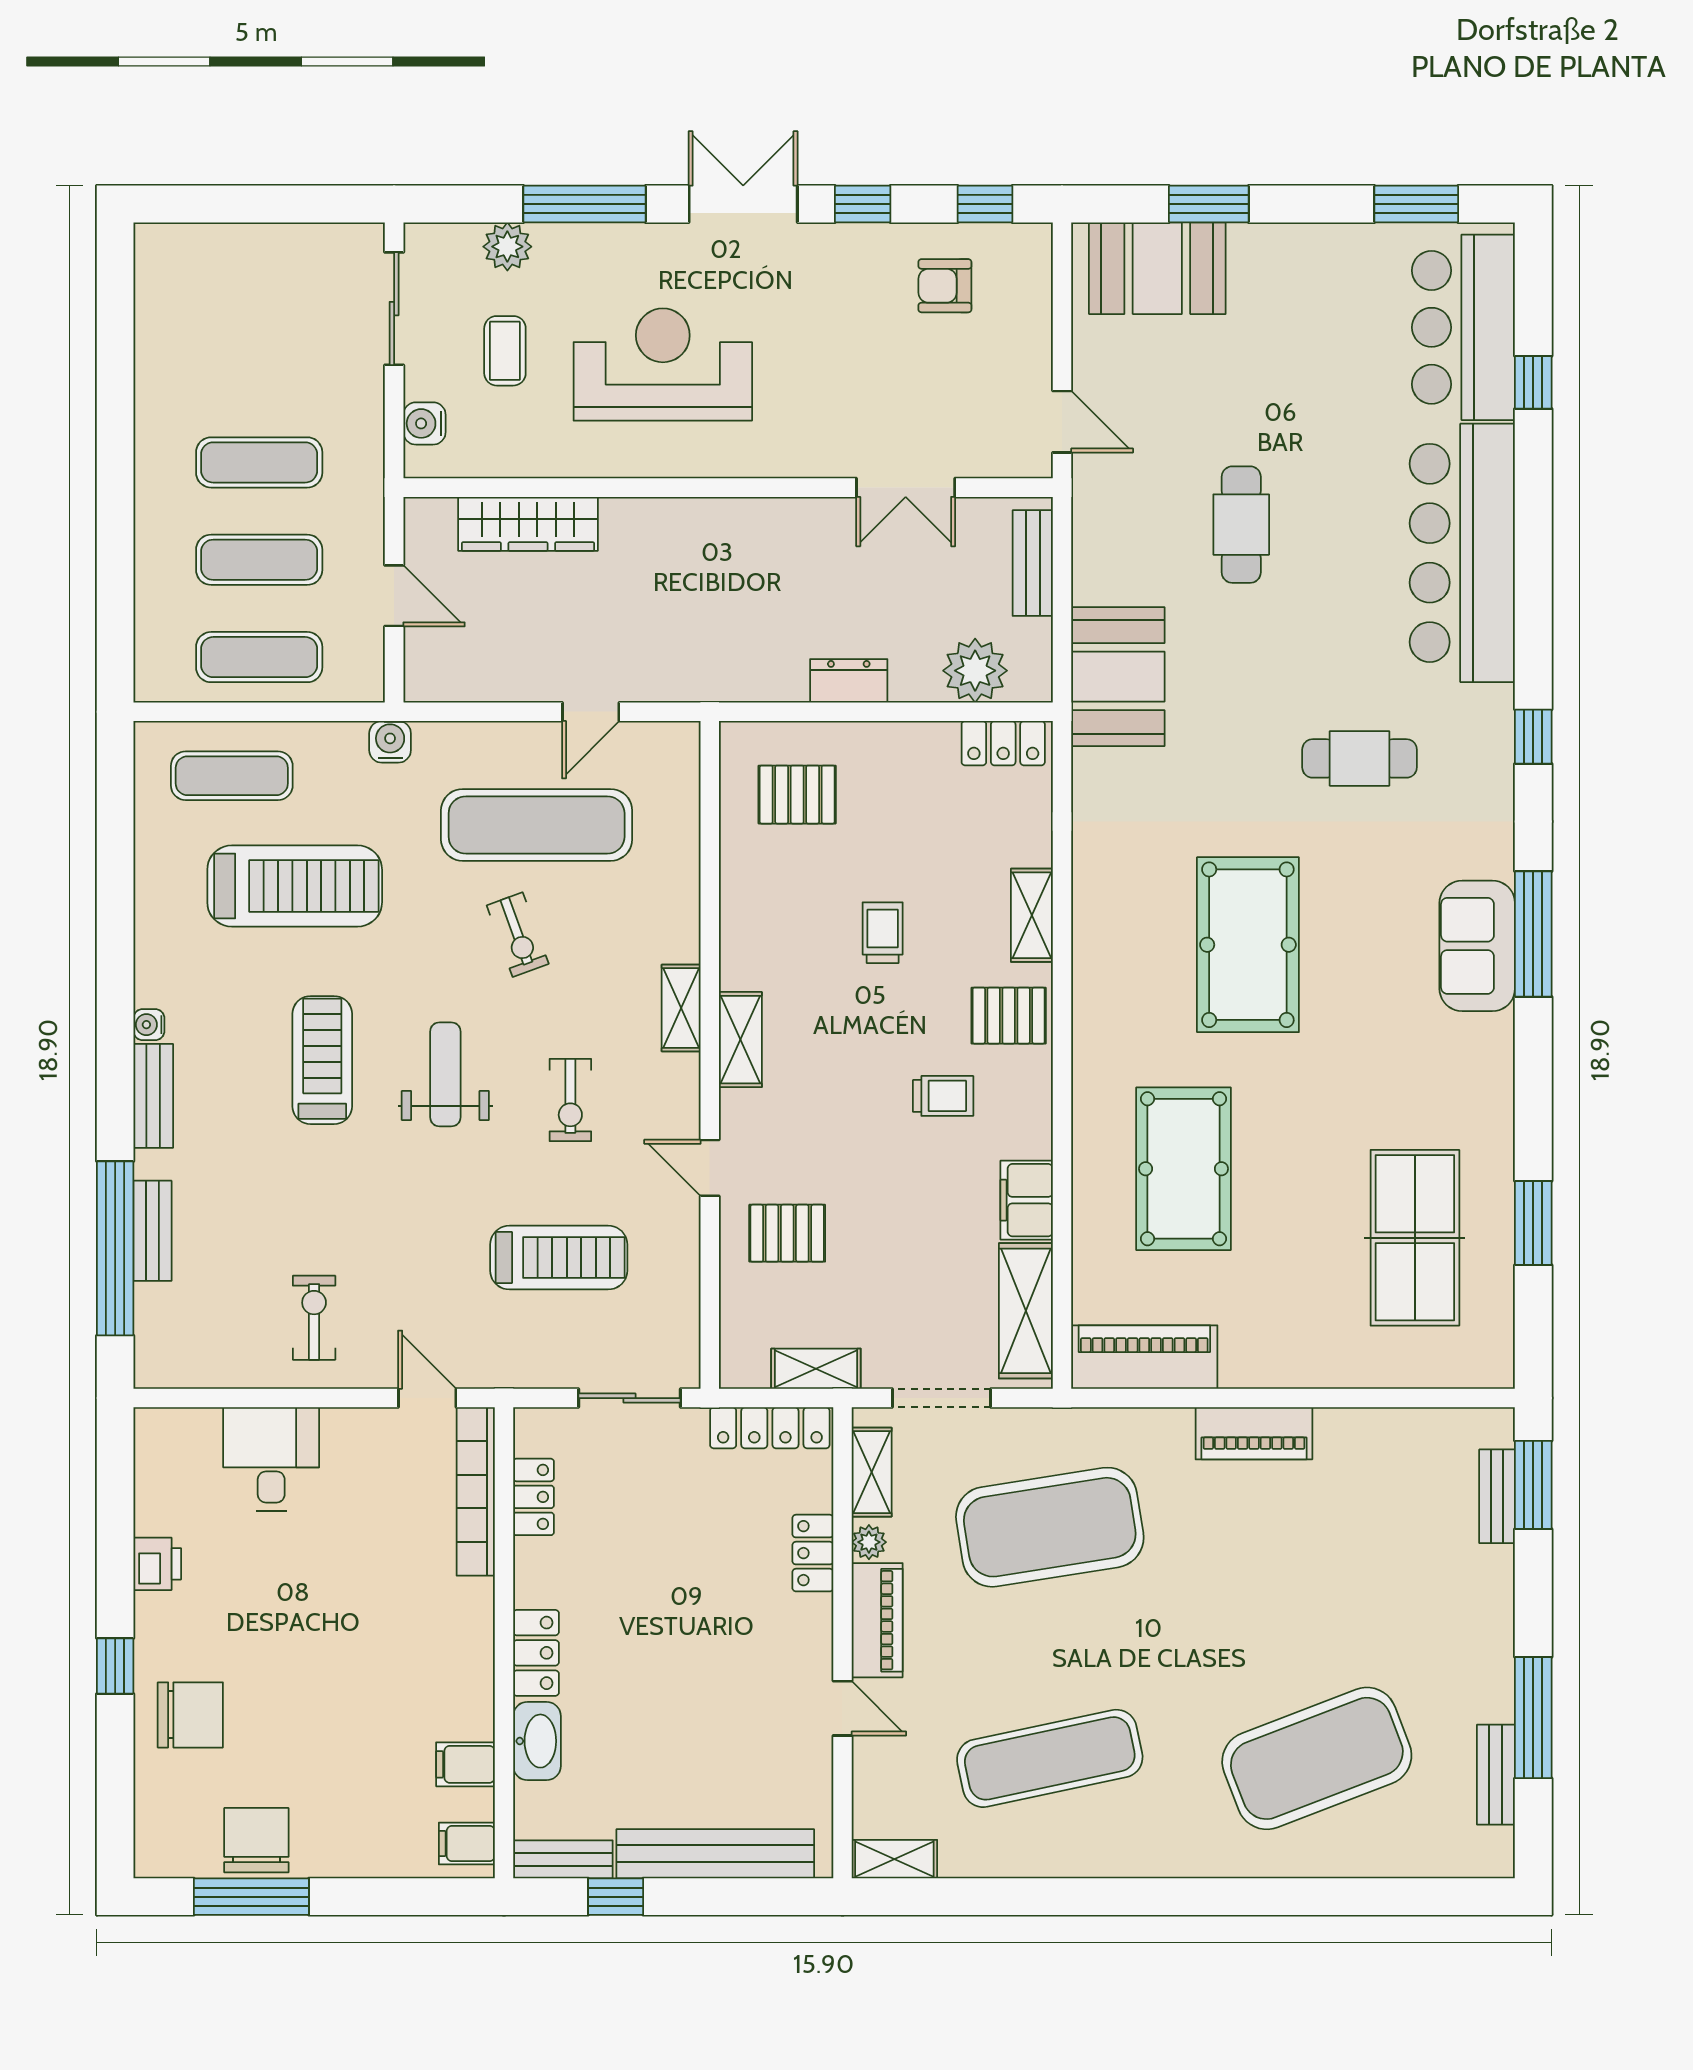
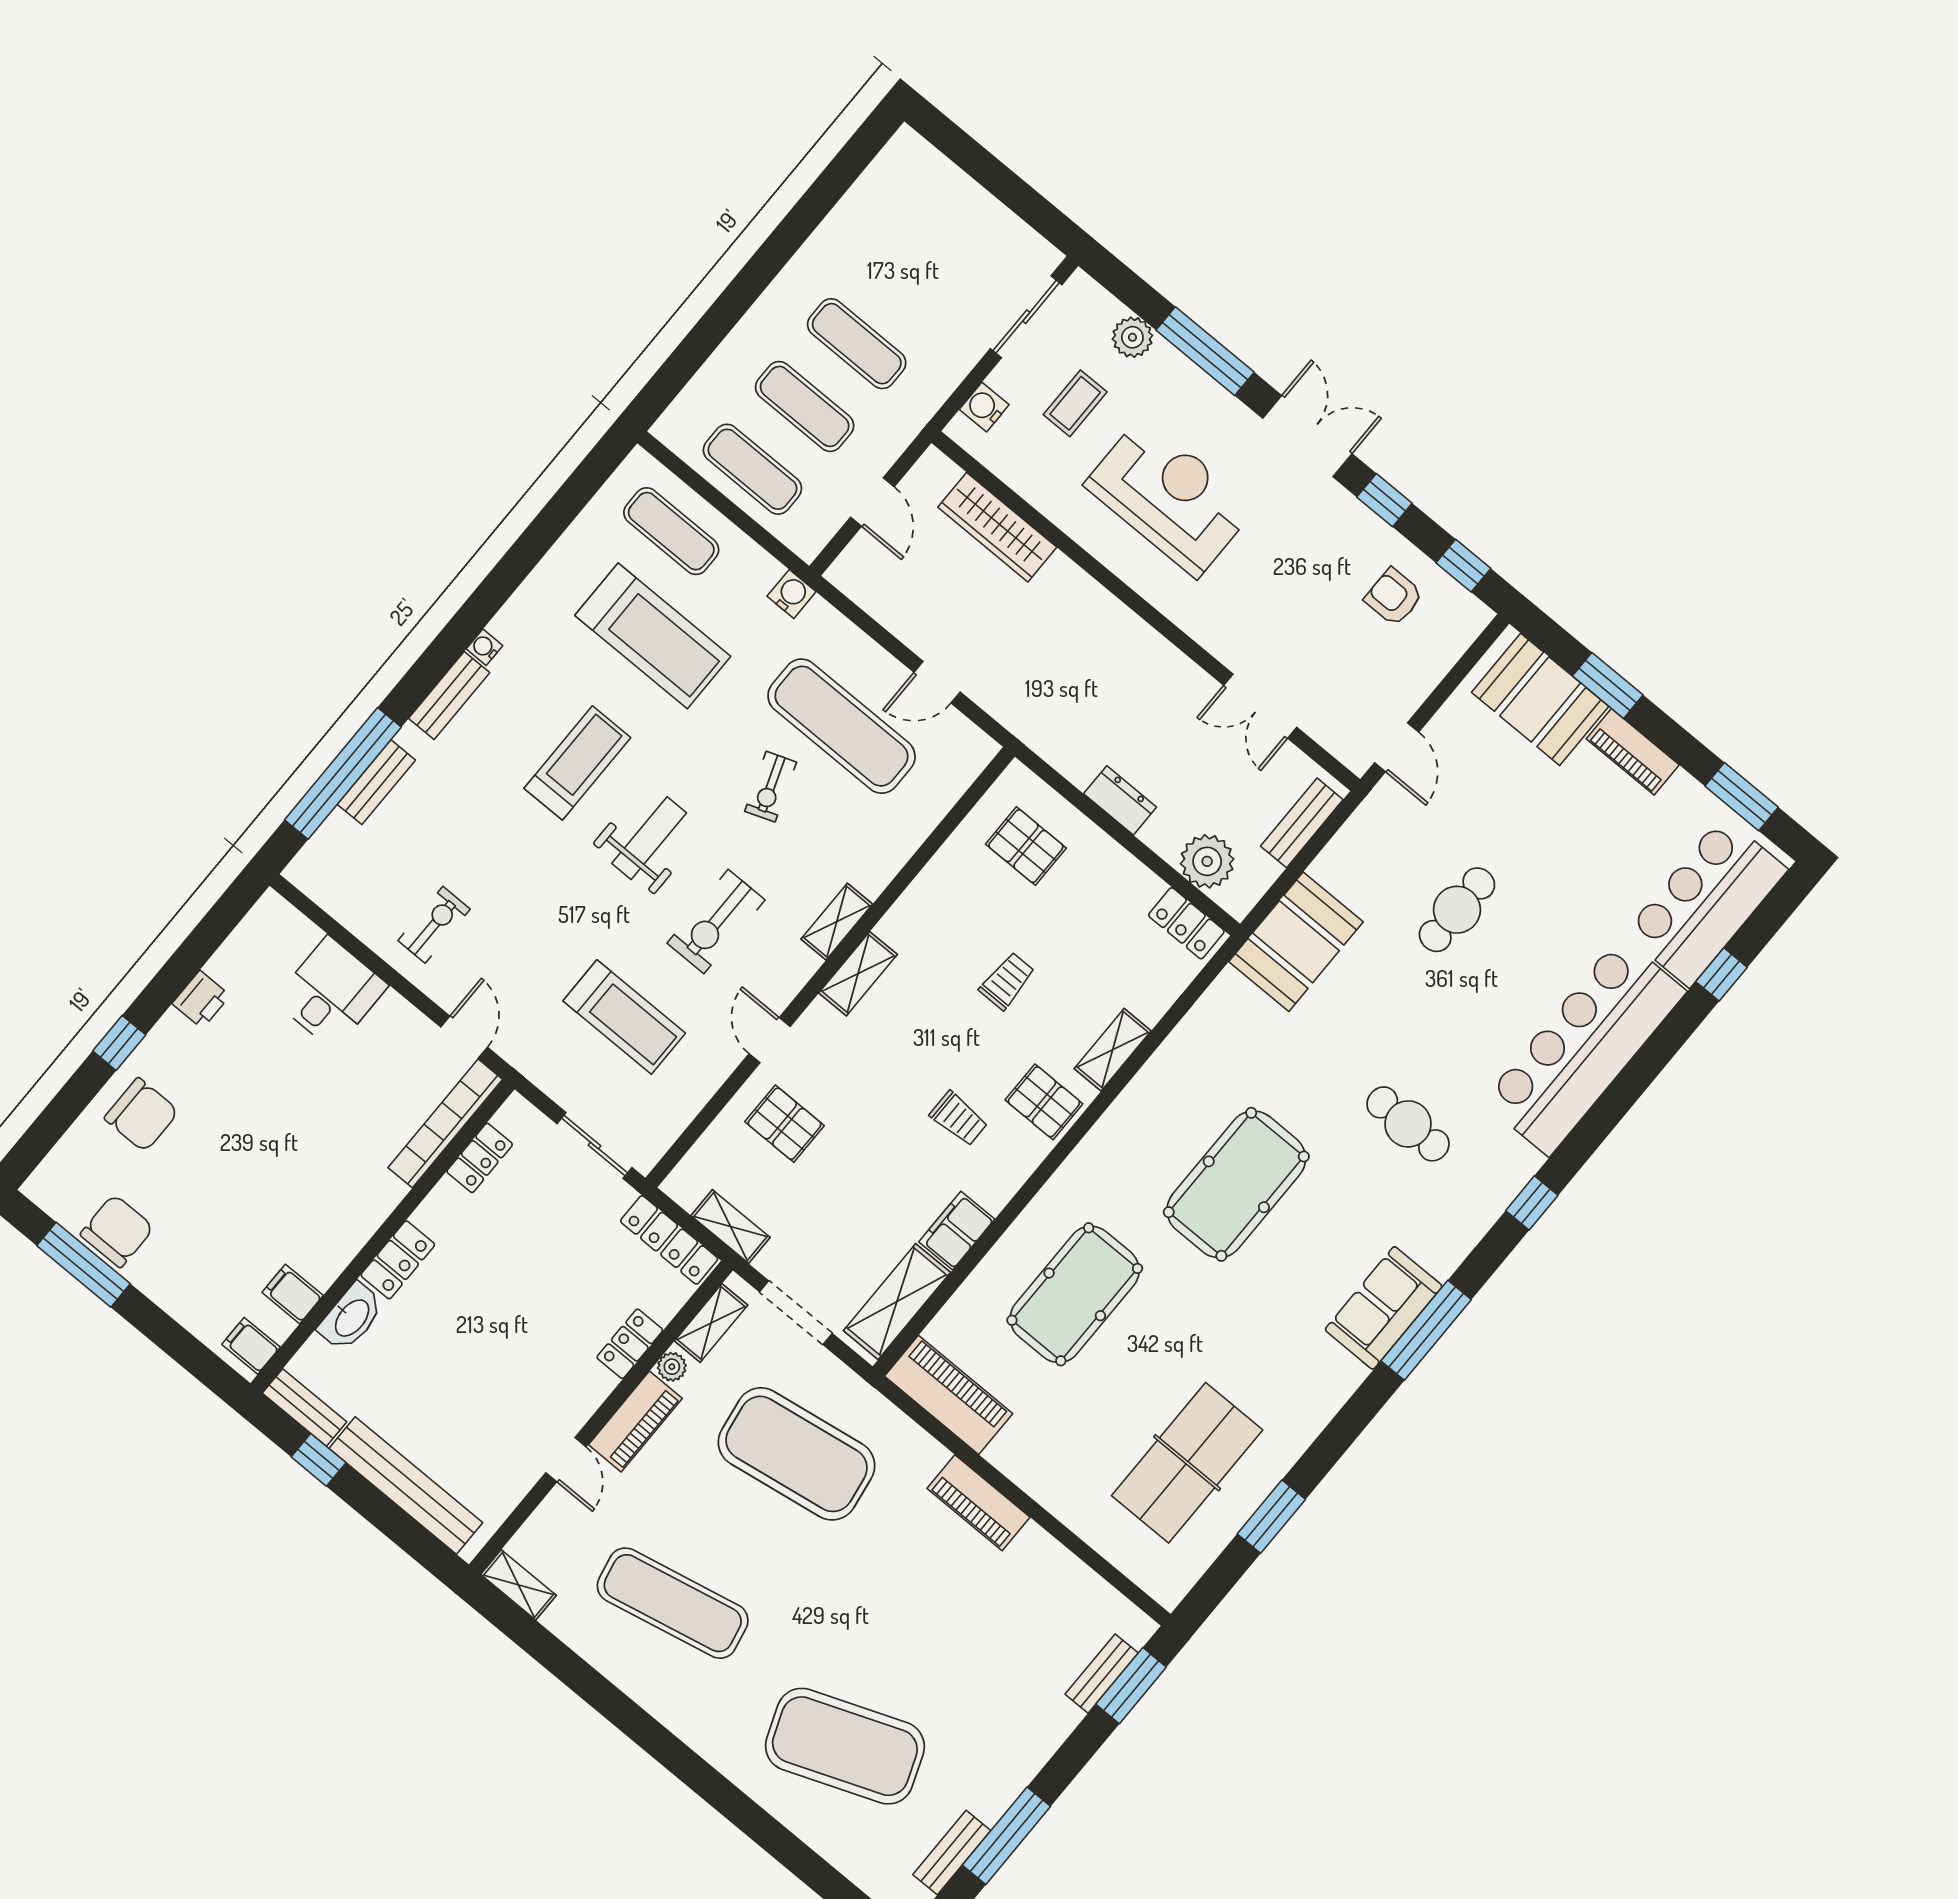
piano: (1282, 246) -> (1633, 752), added
exercise bike: (570, 1100) -> (716, 922), width x1.38, depth x1.39

